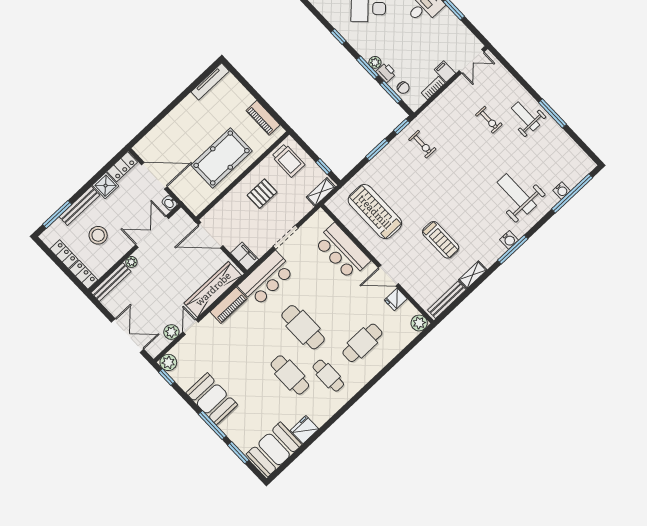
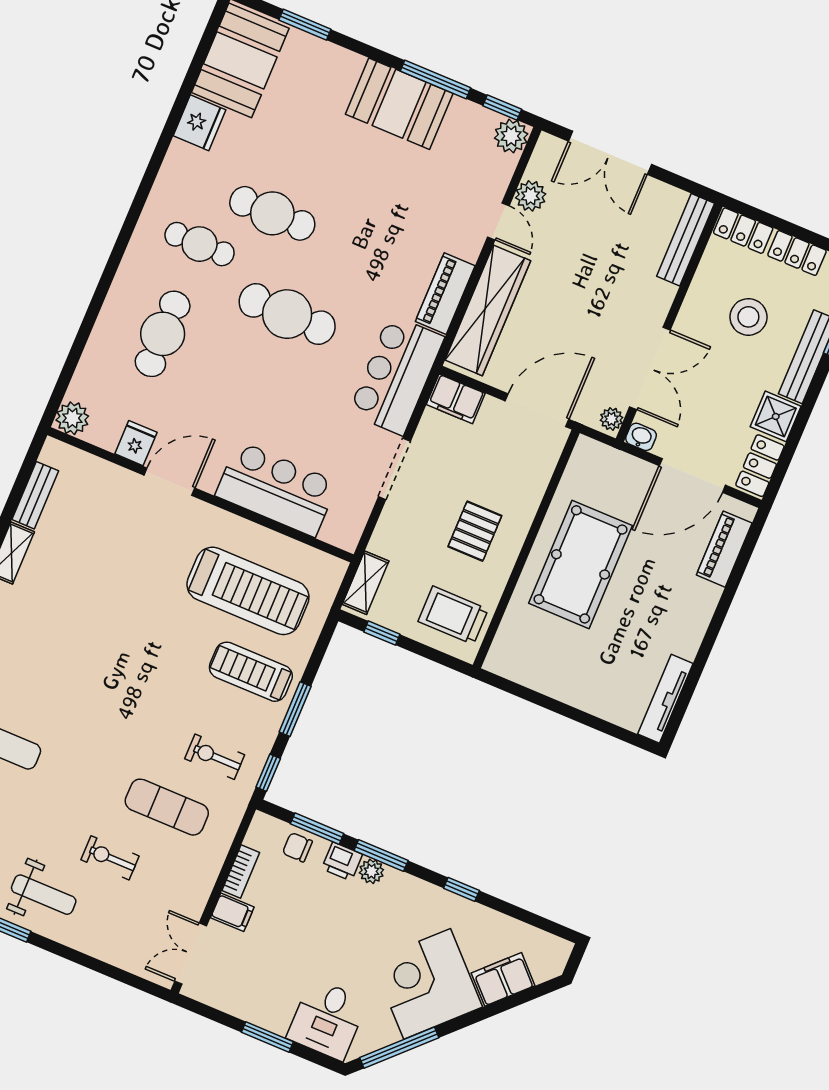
piano: (263, 118) -> (724, 549), moved, turned -90
exercise mat: (454, 131) -> (167, 807), added
treadmill: (441, 240) -> (251, 672), moved
plant: (131, 262) -> (611, 419), moved
bench: (447, 300) -> (35, 495), width x0.73
window: (212, 425) -> (436, 79), moved

